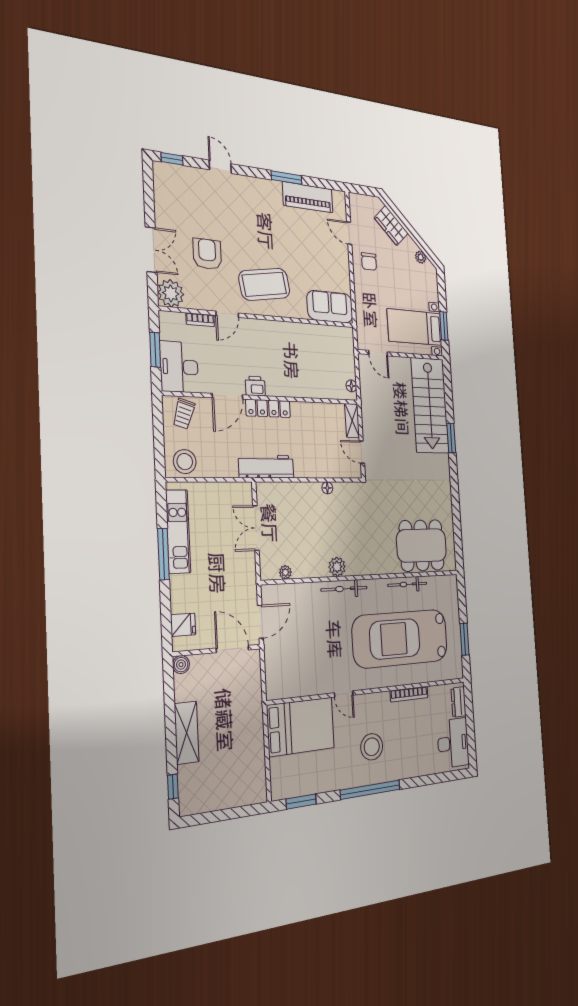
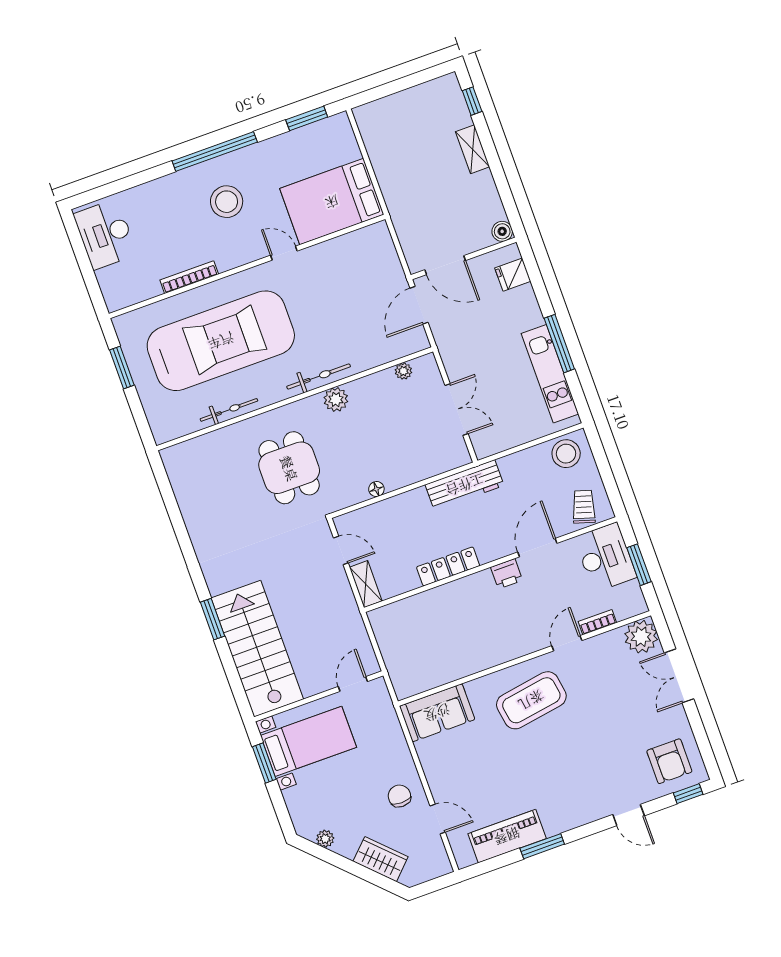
armchair: (207, 254) -> (669, 761), moved
door: (378, 353) -> (353, 684), hinge flipped
floor lamp: (351, 386) -> (379, 627), removed
locker: (268, 408) -> (448, 566), moved
dining table: (422, 545) -> (289, 468), moved, width x0.73
dresser: (459, 702) -> (110, 287), removed
shelving: (187, 733) -> (473, 149), width x0.67, depth x0.75

